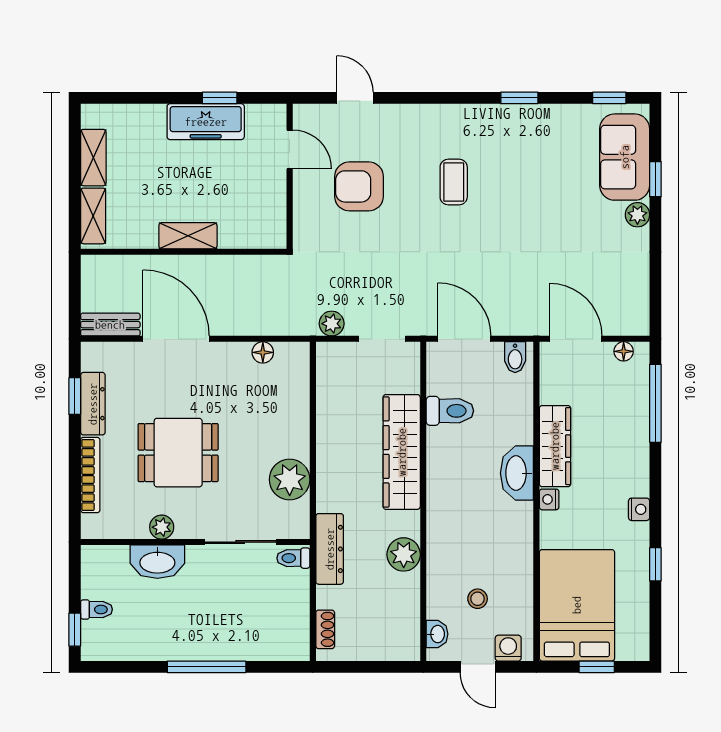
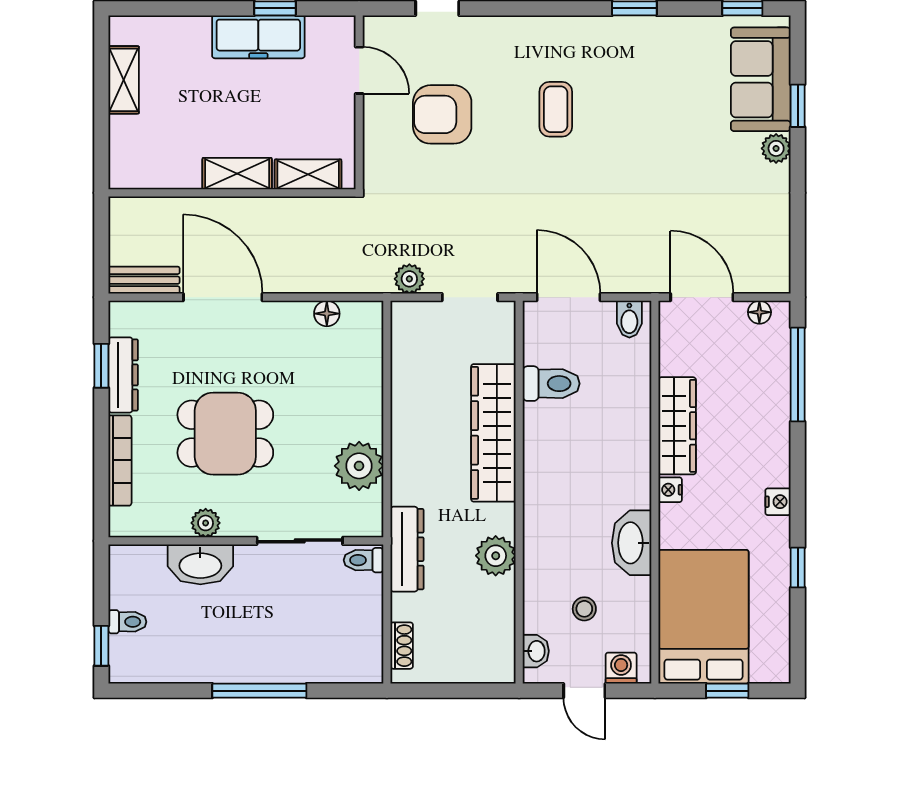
shelving: (93, 216) -> (308, 174), moved, turned 90
washbasin: (517, 473) -> (632, 543), moved

